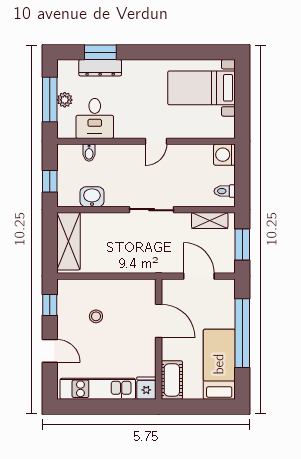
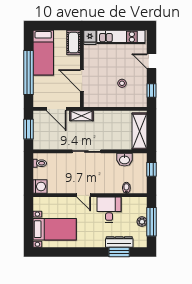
desk: (95, 118) -> (109, 210), moved
door: (156, 141) -> (84, 195), swing flipped
shelving: (210, 220) -> (82, 116), moved

